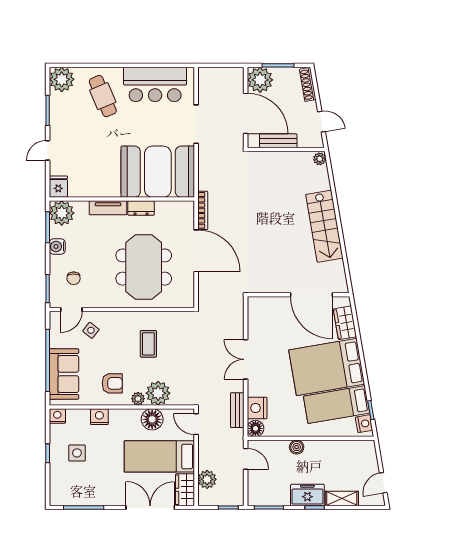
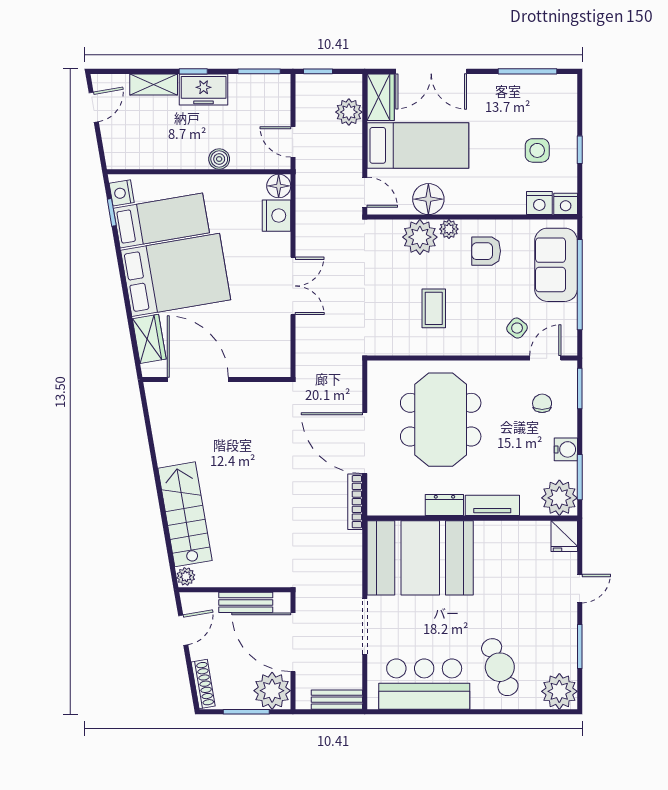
door: (321, 122) -> (183, 630), swing flipped
stairs: (324, 226) -> (185, 514), moved
bench: (237, 410) -> (337, 700), moved, turned 90
nightstand: (99, 417) -> (539, 203), moved

